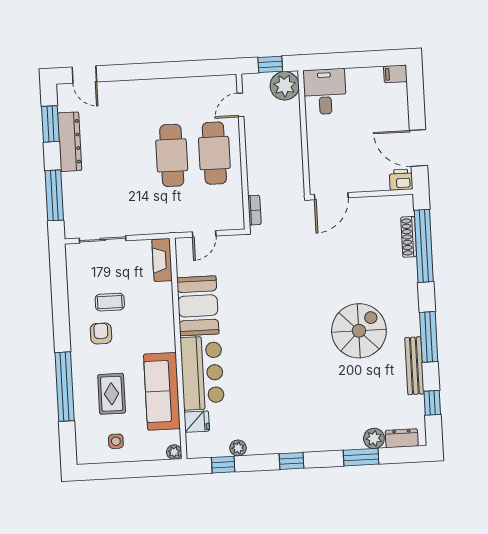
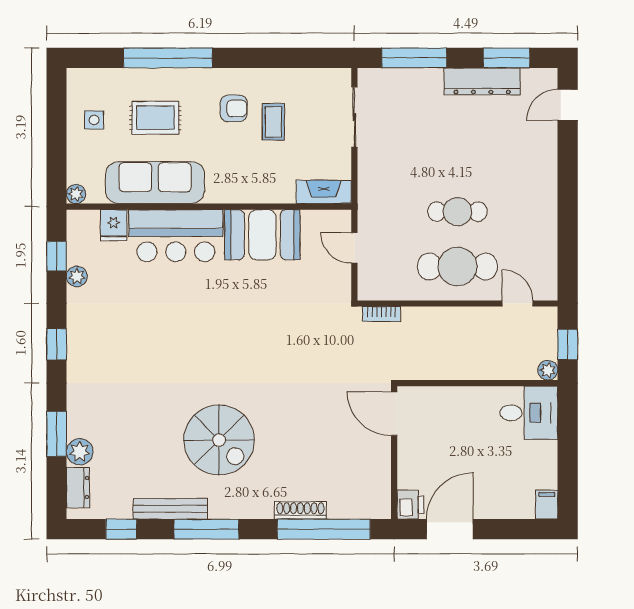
plant: (285, 86) -> (548, 370), width x0.53, depth x0.53
cafe table: (172, 155) -> (457, 212), width x0.73, depth x0.74
shoe rack: (409, 237) -> (300, 510), moved

